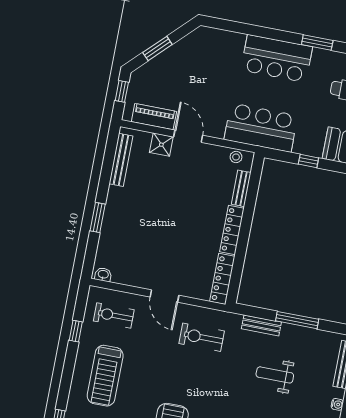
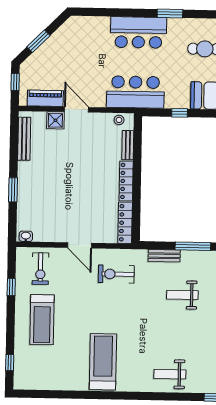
exercise bike: (114, 315) -> (40, 269), turned -90

